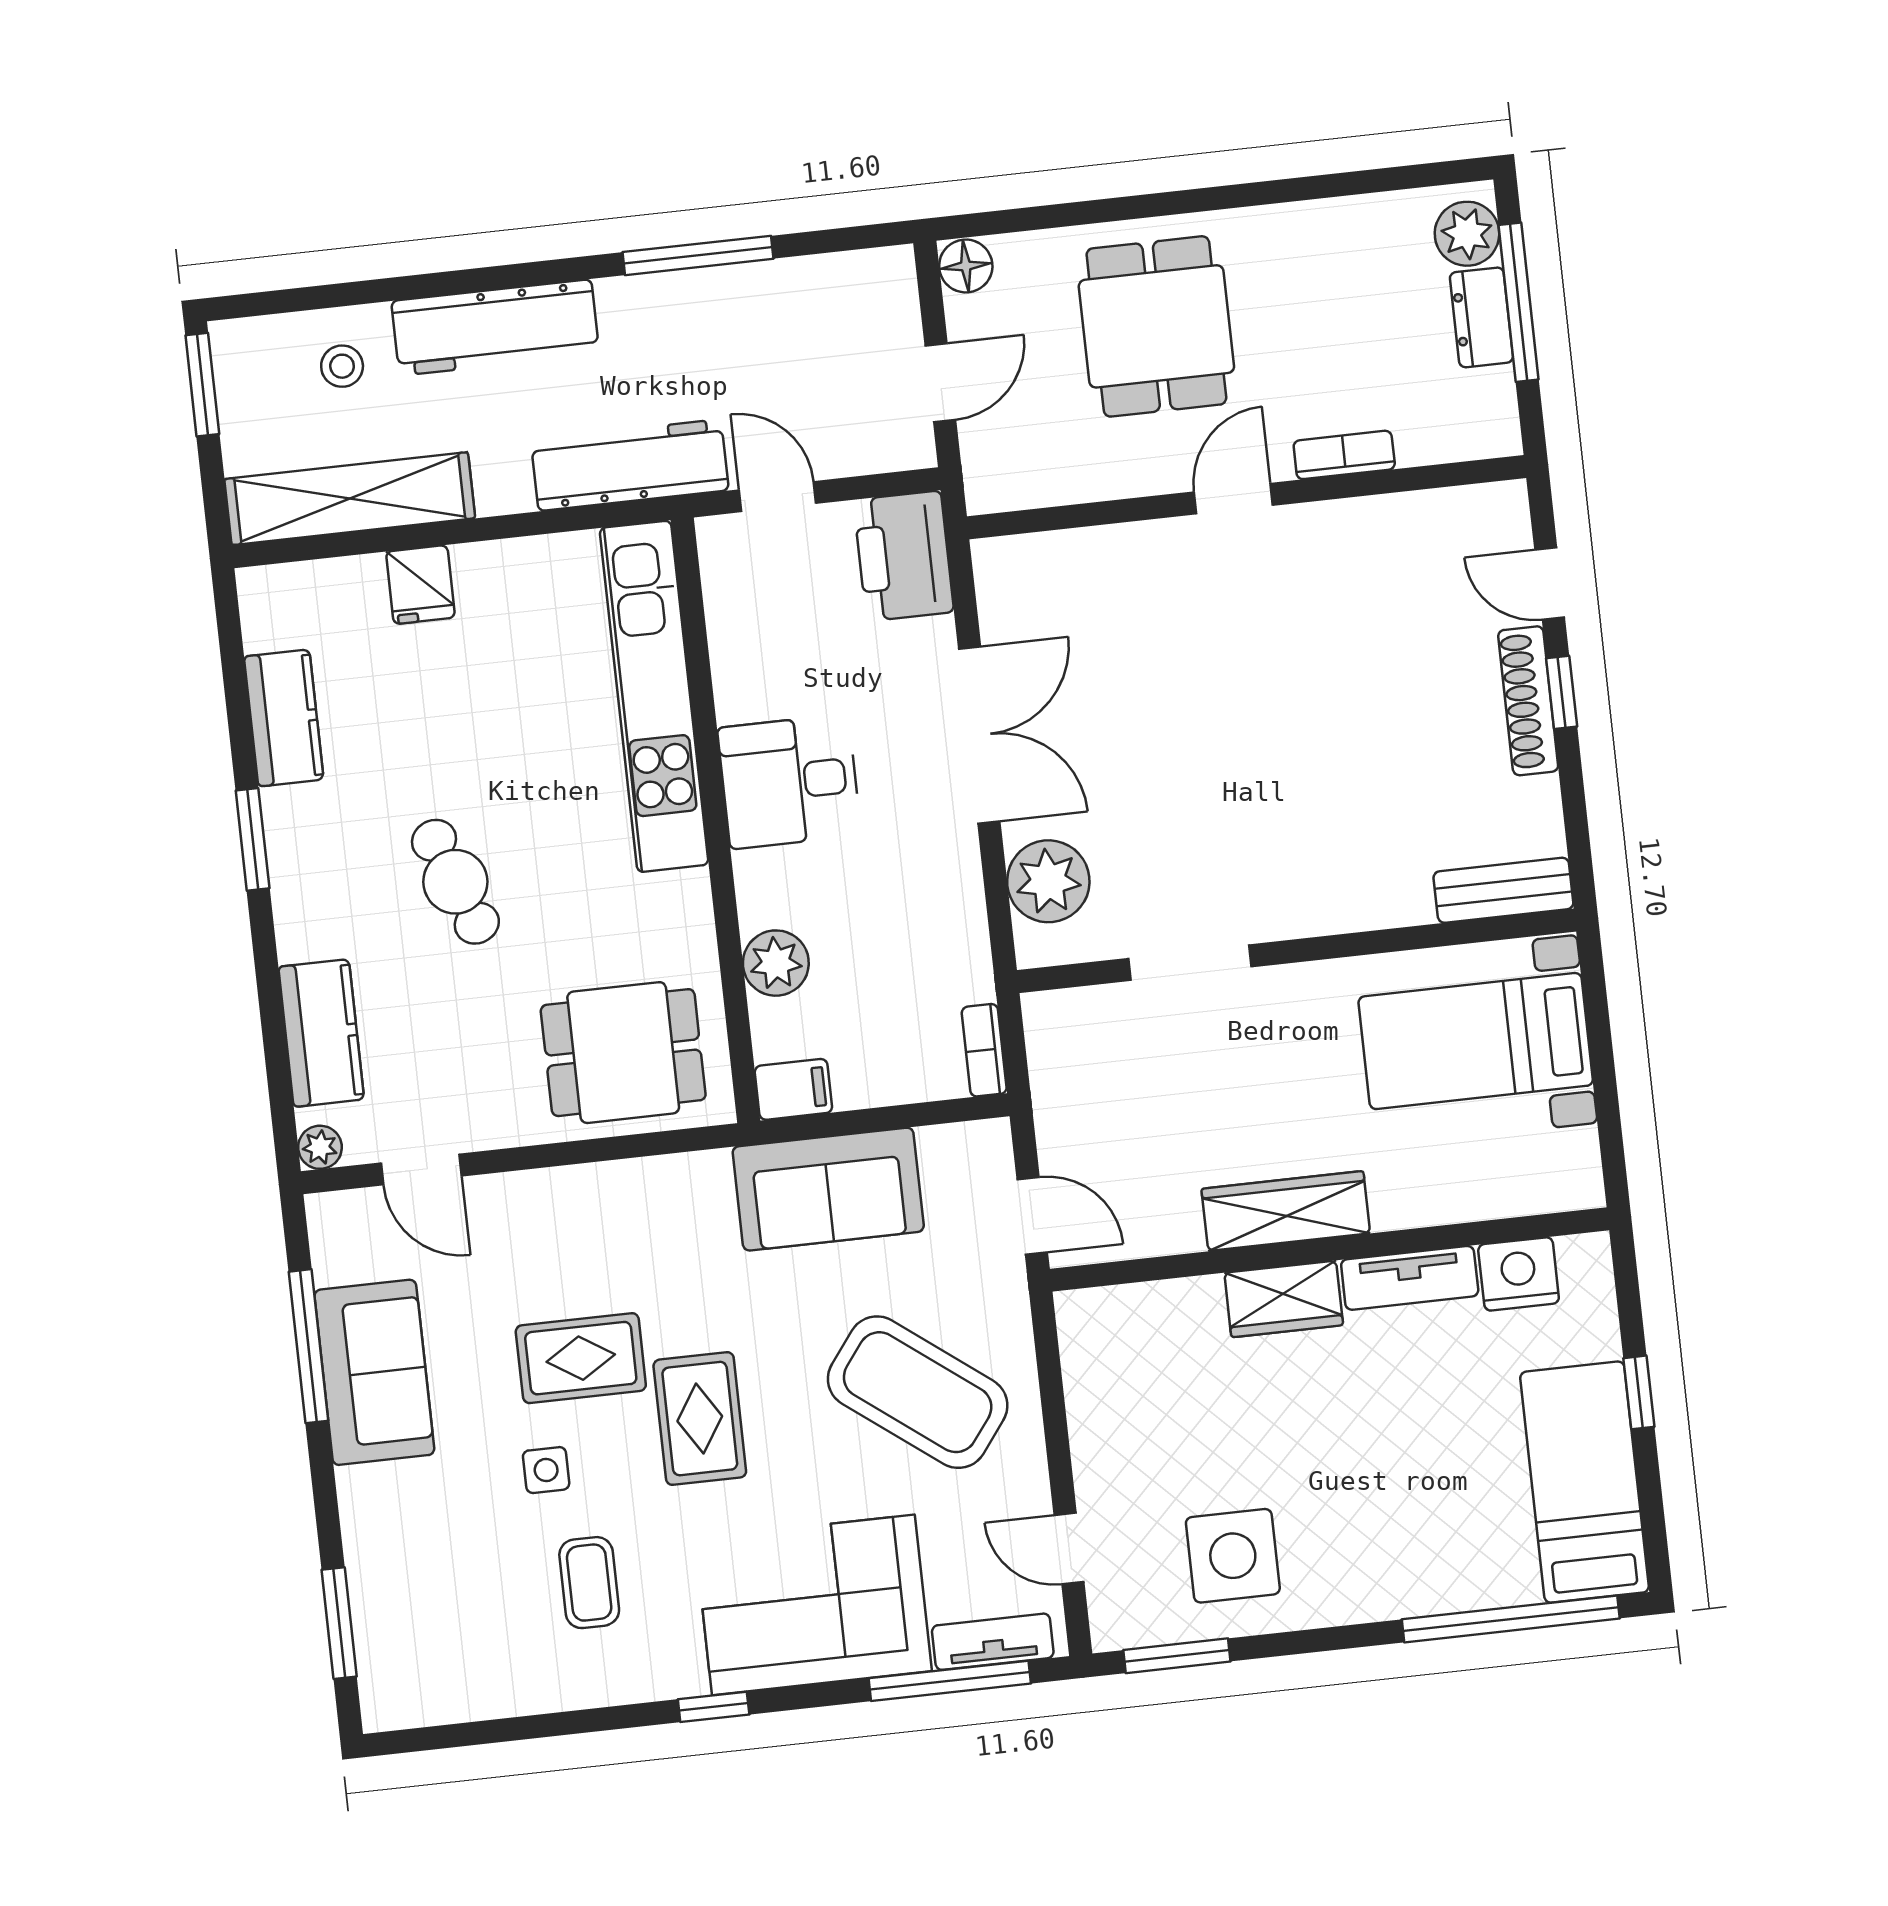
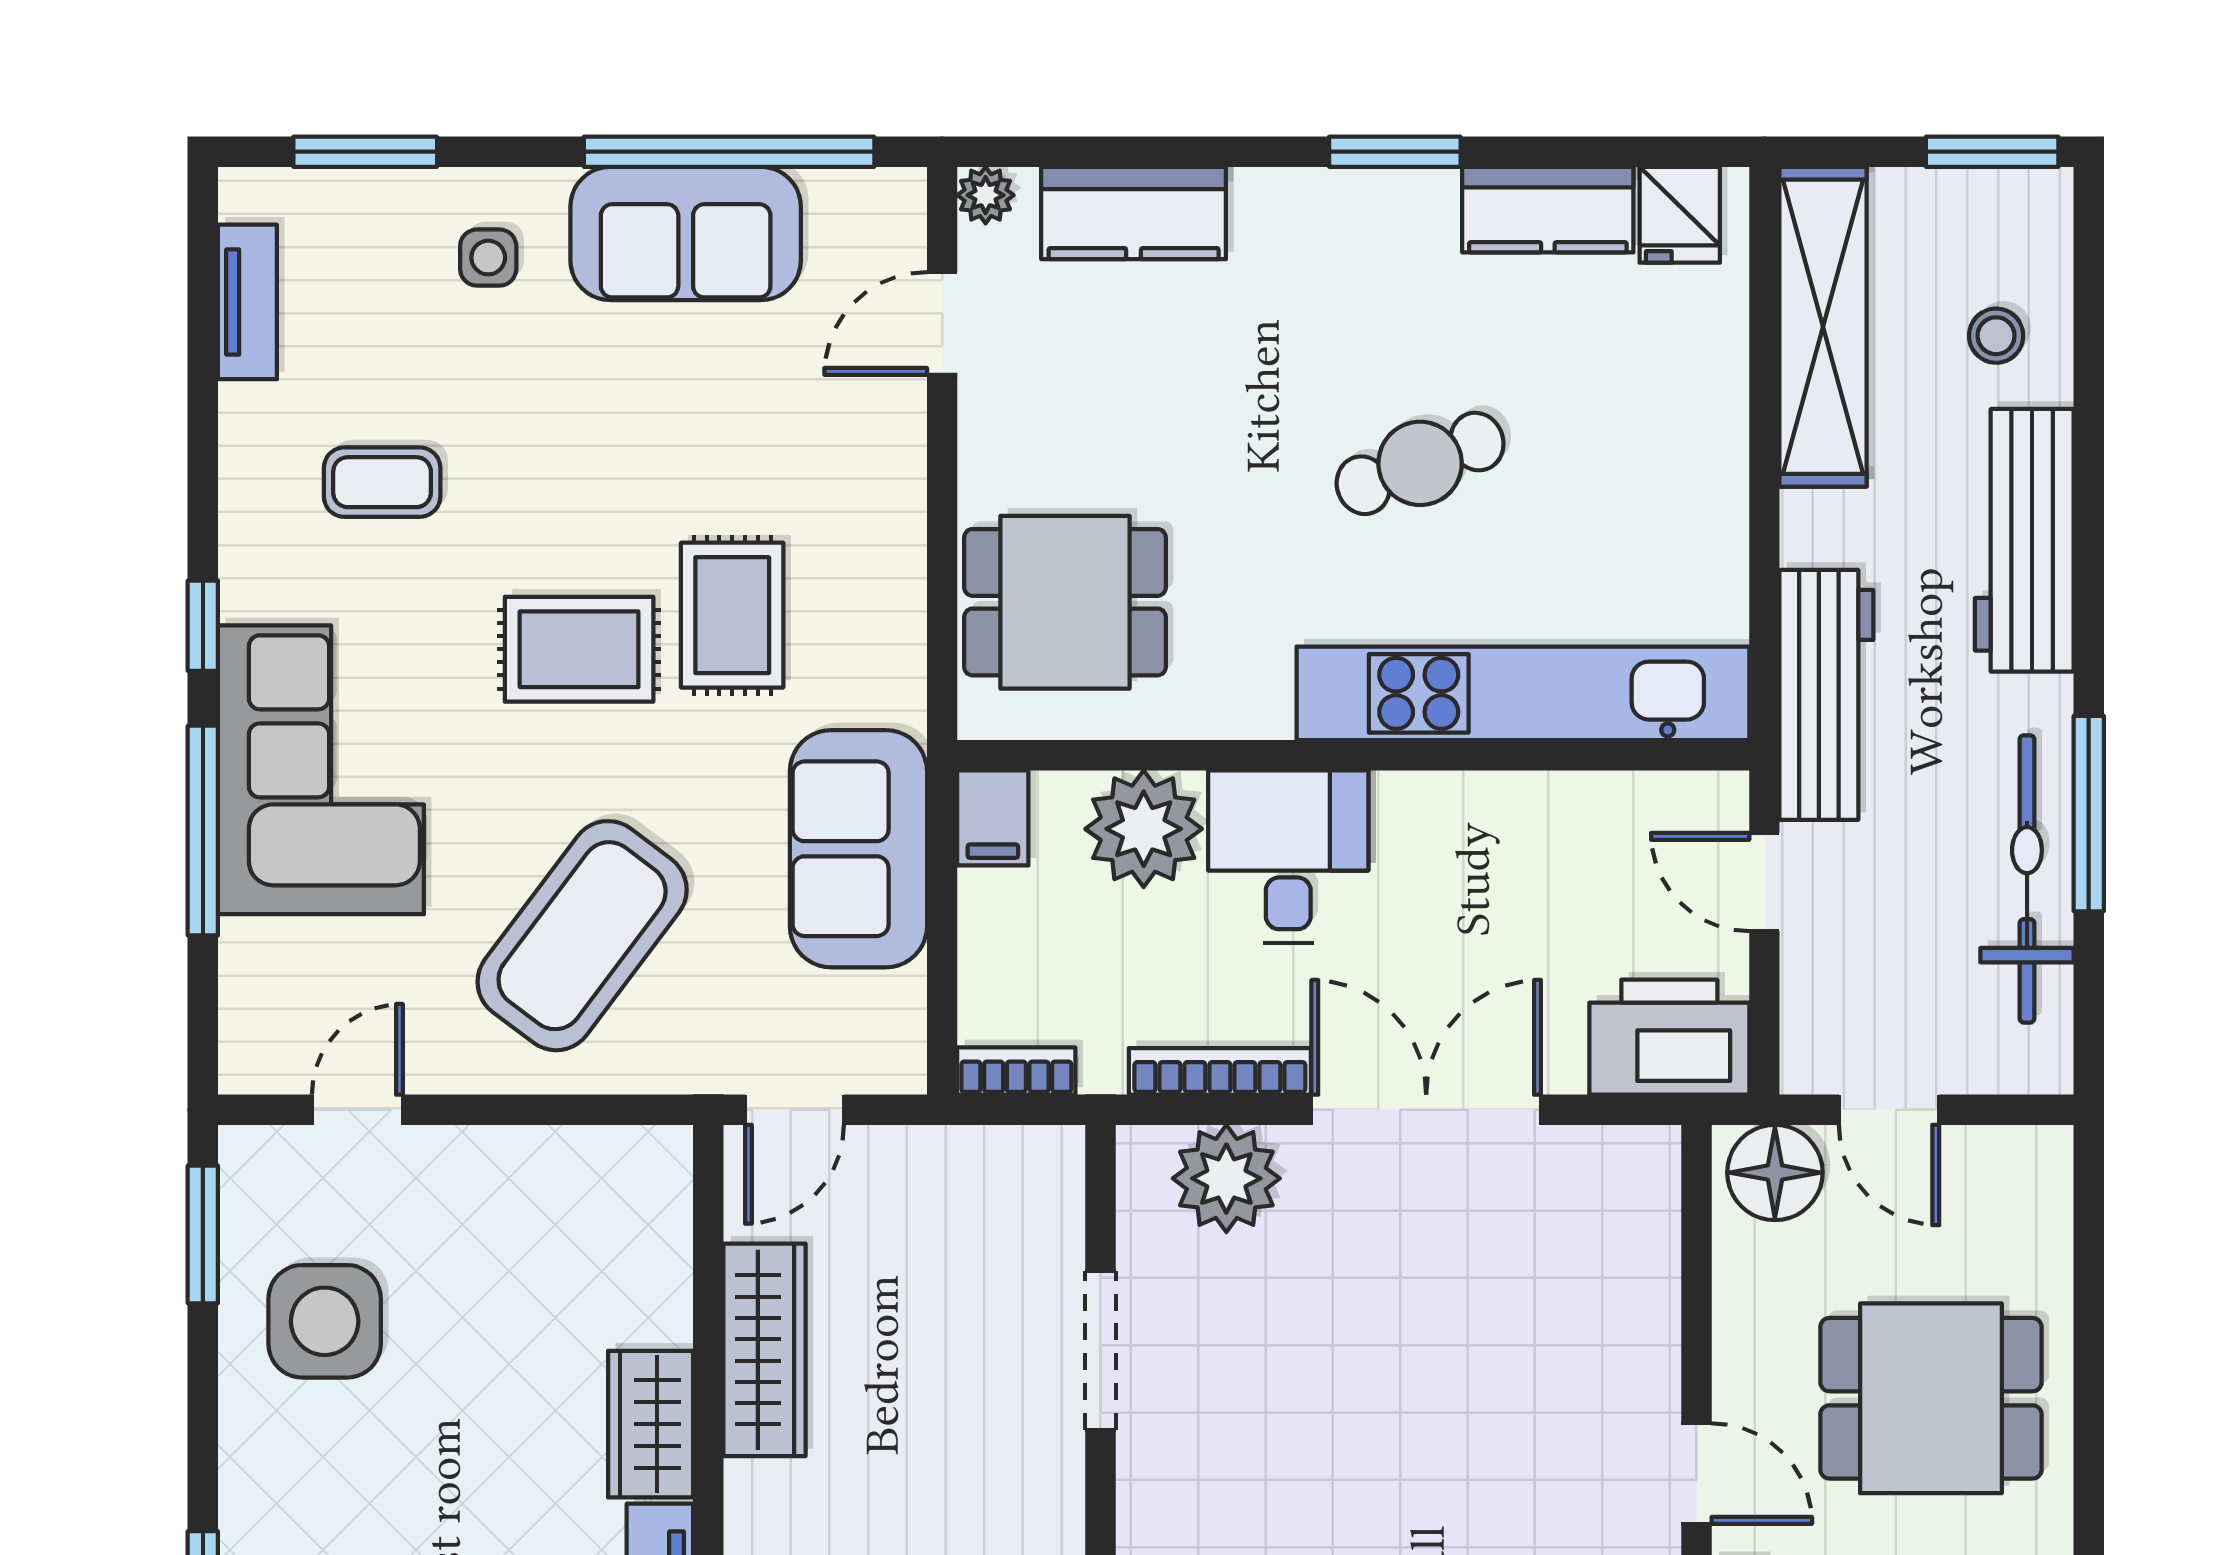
floor lamp: (966, 266) -> (1775, 1173), moved, width x1.38, depth x1.38
bicycle: (753, 297) -> (2027, 879), added
door: (777, 497) -> (1764, 882), swing flipped
fridge: (420, 585) -> (1680, 215), moved, turned -90
double door: (979, 735) -> (1426, 1110), swing flipped
desk: (789, 782) -> (1288, 857), moved
cafe table: (455, 882) -> (1420, 463), moved
bookcase: (967, 895) -> (1220, 1071), added
plant: (776, 963) -> (1144, 829), width x1.36, depth x1.36
dining table: (623, 1053) -> (1065, 602), turned 90
wardrobe: (1286, 1211) -> (764, 1350), moved
window: (308, 1346) -> (729, 152), width x1.46
rug: (581, 1358) -> (732, 615), moved
side table: (546, 1470) -> (488, 258), moved
tv unit: (993, 1642) -> (247, 302), moved
window: (950, 1681) -> (203, 831), moved

